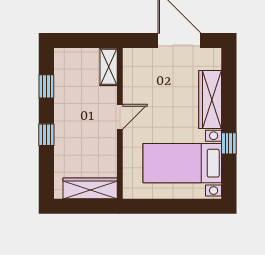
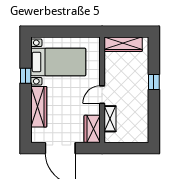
shelving: (109, 67) -> (110, 119), moved
wardrobe: (134, 68) -> (92, 129), added
window: (46, 86) -> (154, 116), removed

